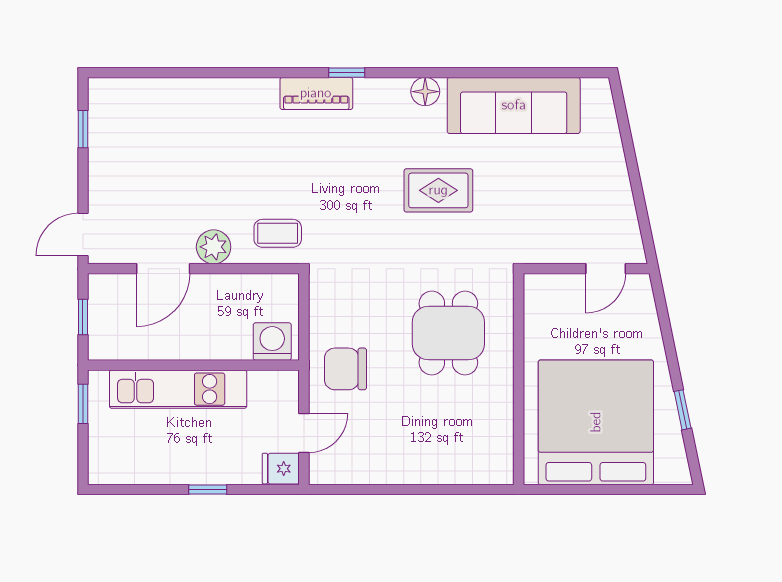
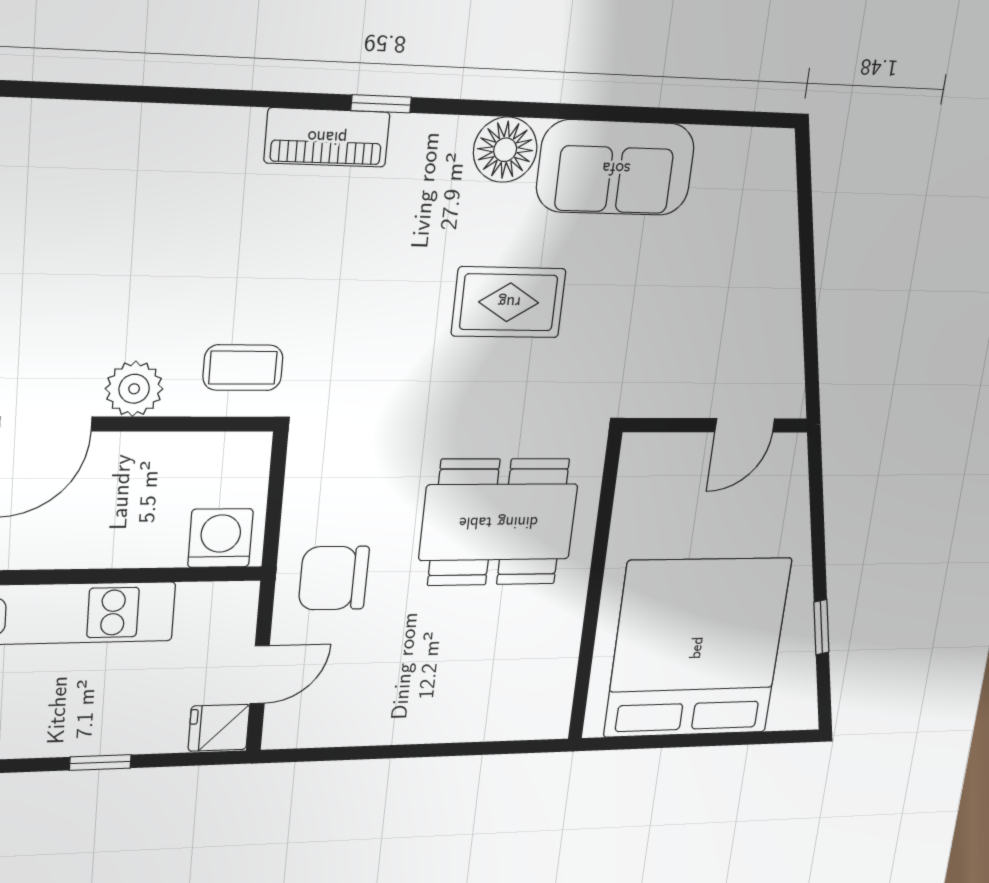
floor lamp: (425, 92) -> (505, 150), width x1.38, depth x1.38
sofa: (514, 105) -> (616, 168), width x0.73
dining table: (448, 333) -> (498, 522), width x1.38

